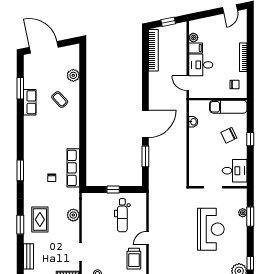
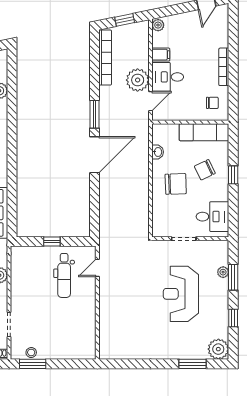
plant: (193, 38) -> (158, 25), moved
plant: (178, 67) -> (138, 80), added
door: (188, 83) -> (151, 101), swing flipped
chair: (207, 146) -> (176, 184), added
window: (145, 156) -> (94, 114), moved
reception desk: (211, 229) -> (181, 294), turned 180
door: (148, 238) -> (97, 268), moved
trolley: (134, 259) -> (79, 333), removed
window: (250, 263) -> (233, 318), moved

